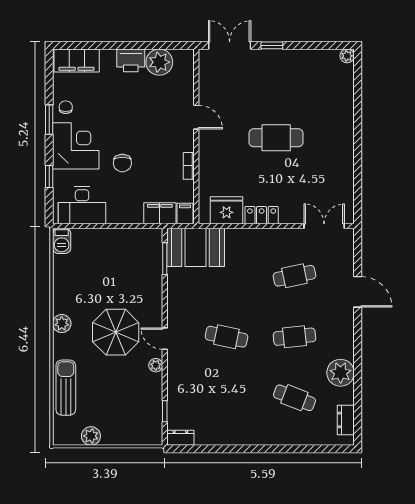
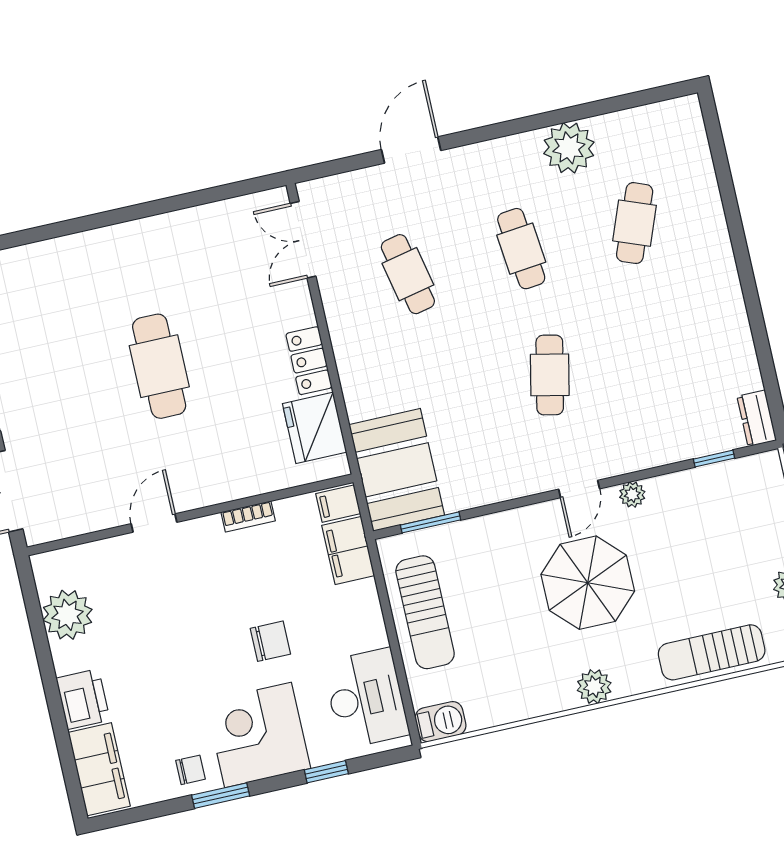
printer: (131, 60) -> (83, 699), moved
chair: (66, 107) -> (190, 770), turned 180
sun lounger: (119, 246) -> (425, 612), added
dresser: (346, 420) -> (654, 118), removed

